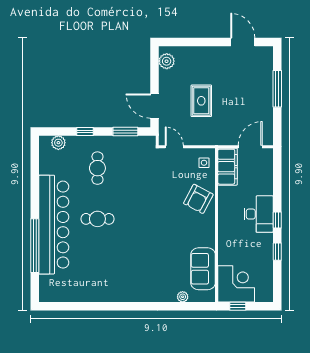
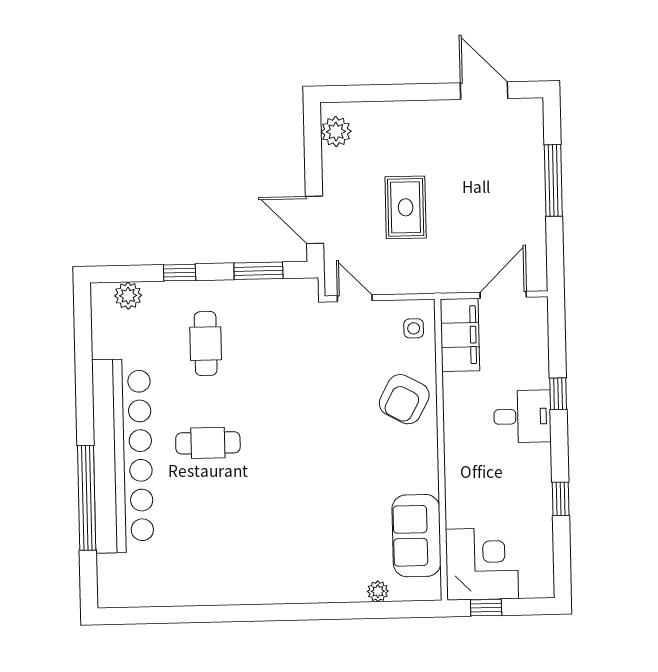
desk: (259, 214) -> (522, 416), width x0.73
window: (277, 220) -> (558, 394), moved

